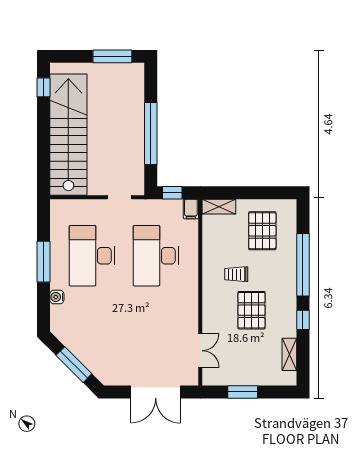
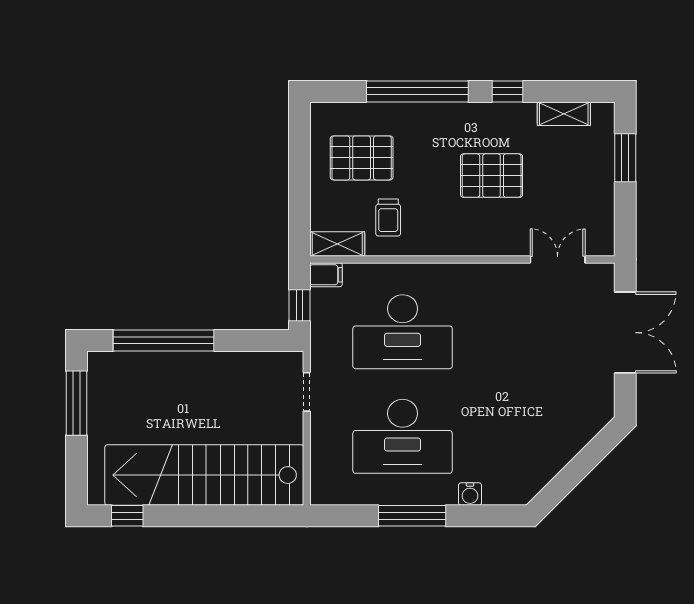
window: (151, 134) -> (164, 340), moved
shelving: (219, 207) -> (337, 244), moved, turned 90
trolley: (236, 274) -> (388, 217), moved
window: (74, 365) -> (581, 466), removed
window: (243, 392) -> (625, 158), moved

